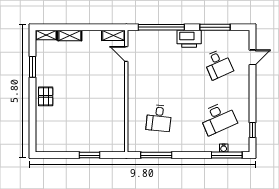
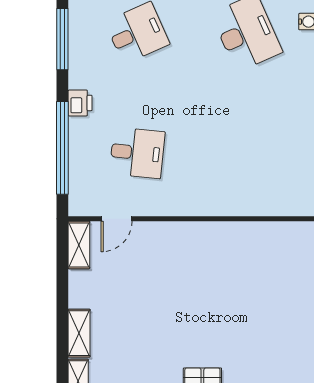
printer: (189, 39) -> (80, 103), width x0.53, depth x0.68
desk: (159, 118) -> (137, 153), moved

